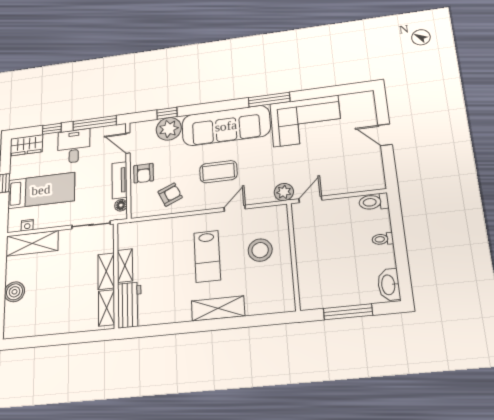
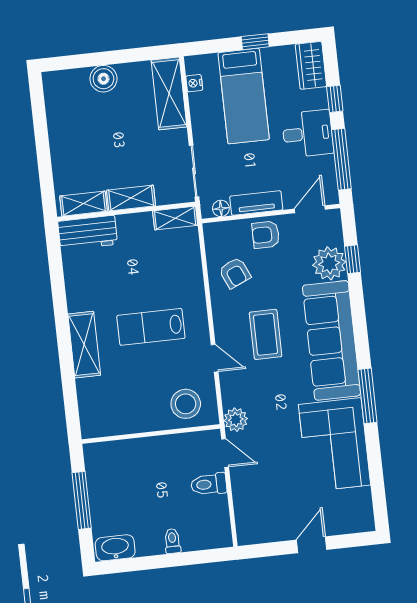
toilet: (374, 202) -> (209, 484), moved, turned -90
stool: (260, 250) -> (186, 404), moved
shelving: (125, 266) -> (175, 218), moved

